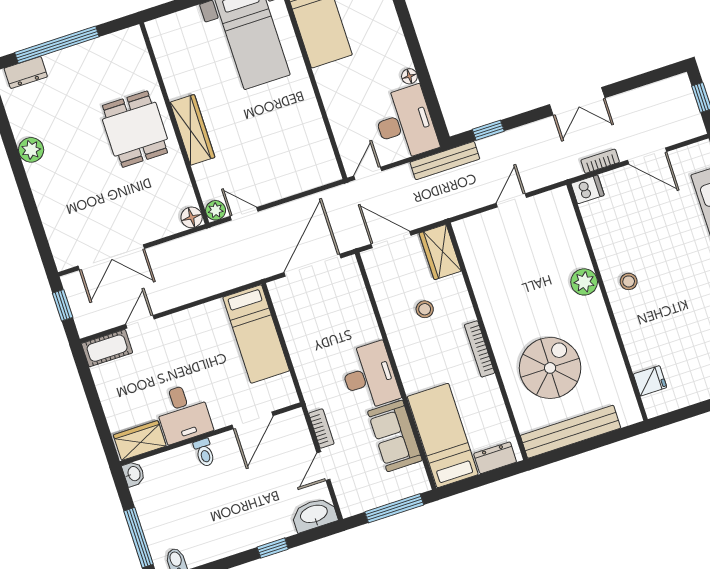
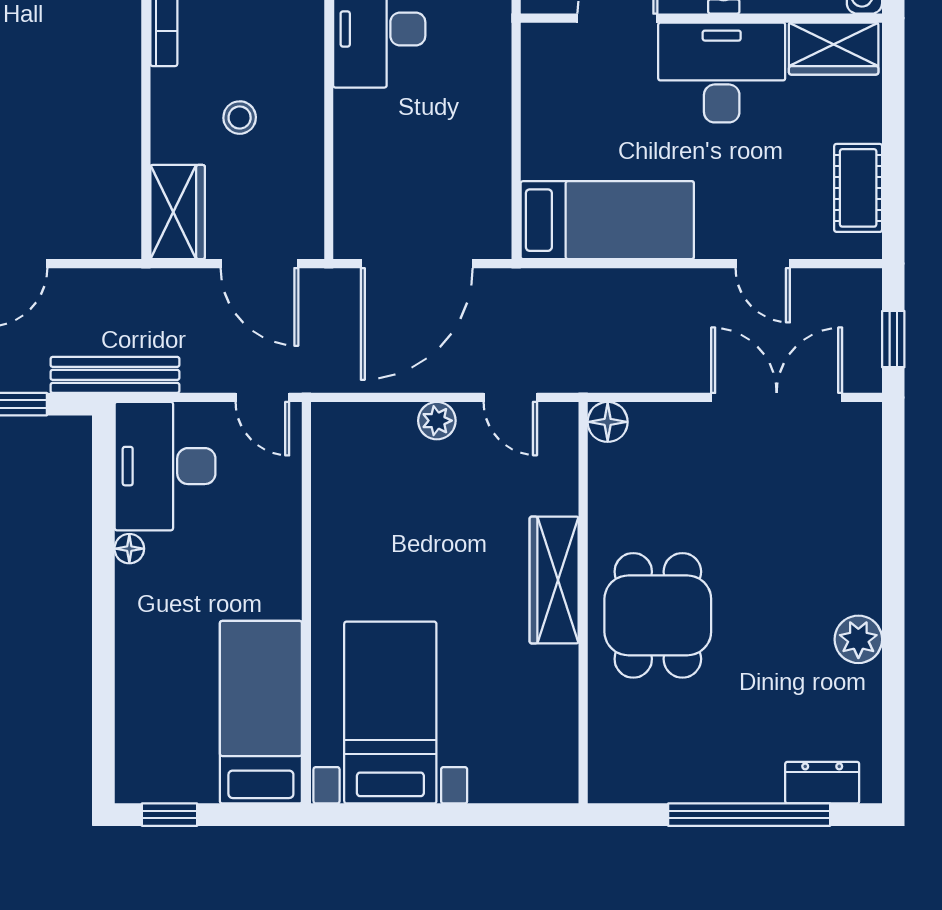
door: (368, 173) -> (262, 397), hinge flipped
plant: (216, 210) -> (437, 421), moved
door: (140, 322) -> (763, 264), hinge flipped
bed: (256, 334) -> (607, 220), moved, turned 90
cot: (107, 348) -> (858, 188), moved, turned 90
desk: (183, 413) -> (722, 72), width x1.37

